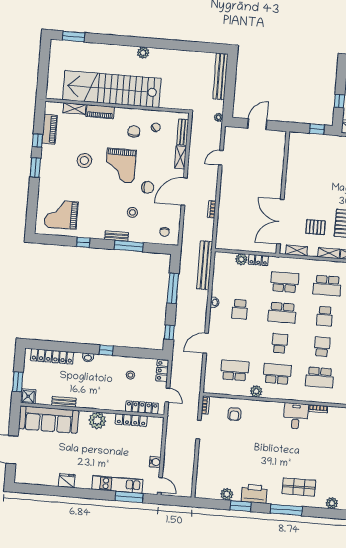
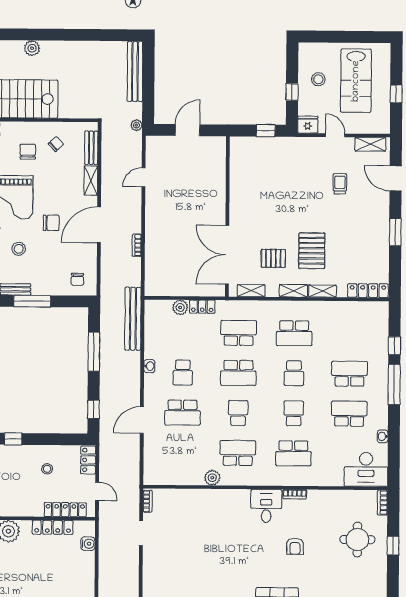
stool: (132, 212) -> (19, 249), moved
school desk: (235, 370) -> (183, 413), moved, turned 180
armchair: (234, 414) -> (295, 546), moved
water cooler: (155, 462) -> (88, 544), moved

